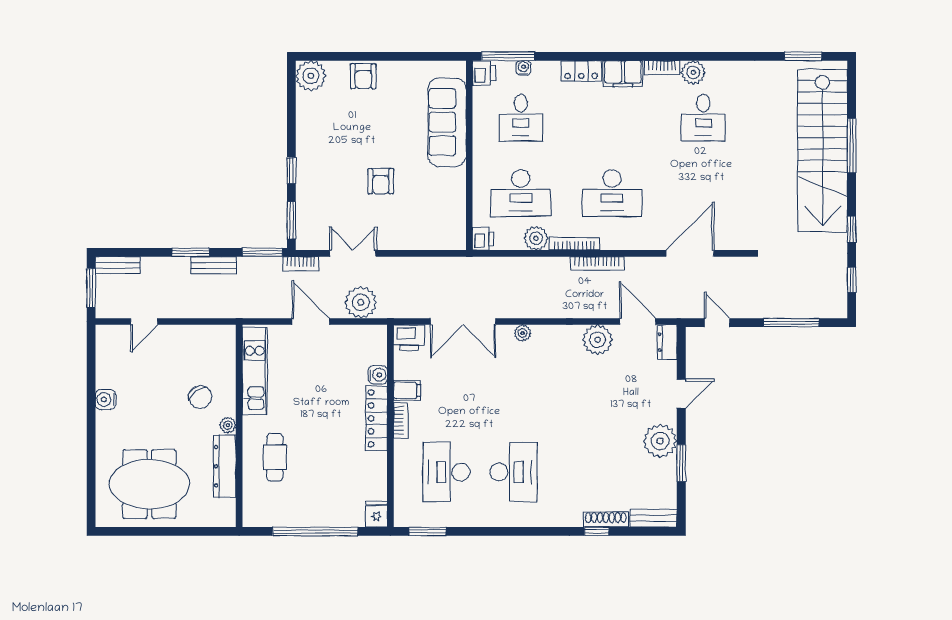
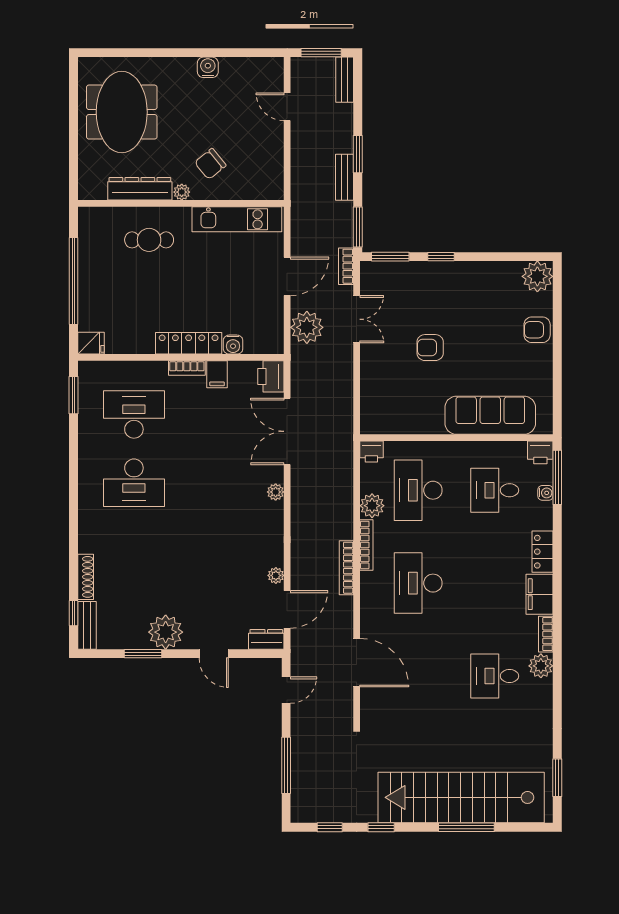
plant: (598, 340) -> (276, 575), width x0.53, depth x0.53
window: (597, 531) -> (74, 613), moved

